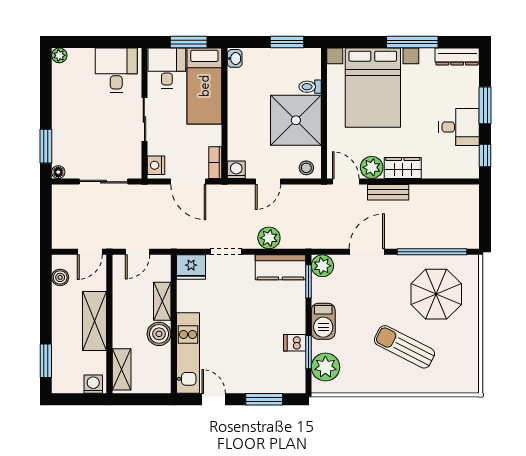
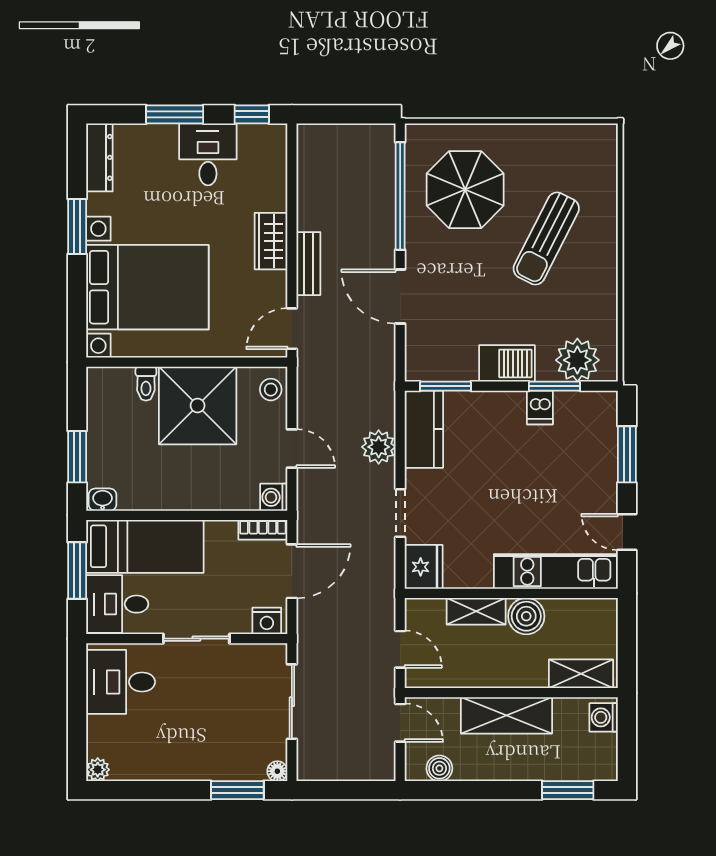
window: (287, 42) -> (77, 457), moved
window: (412, 42) -> (77, 227), width x0.69
plant: (372, 167) -> (270, 289), removed
plant: (322, 266) -> (422, 365), removed
door: (214, 399) -> (627, 532), hinge flipped

